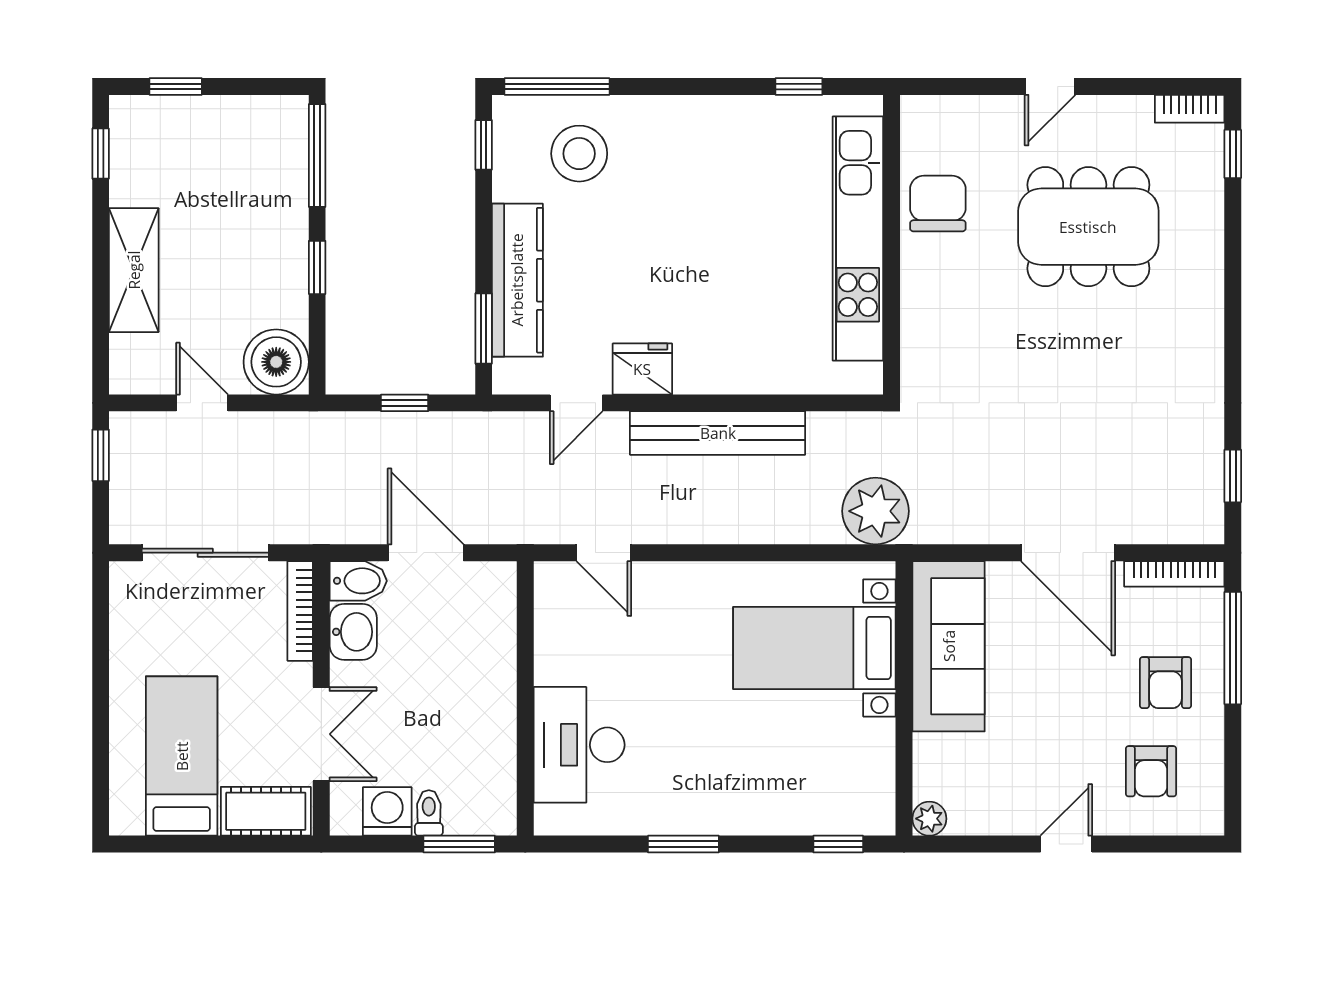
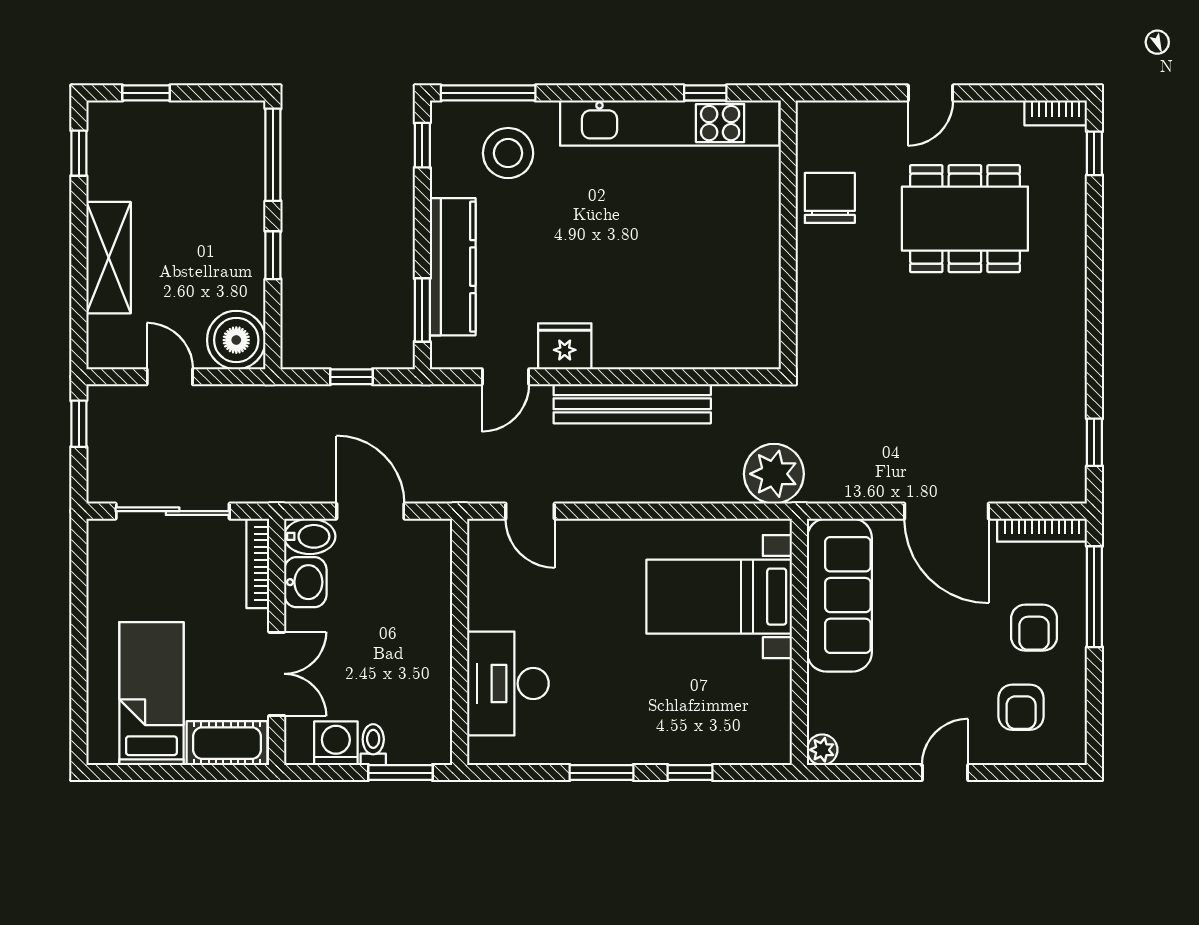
kitchen unit: (858, 239) -> (670, 123), moved, turned -90
window: (838, 844) -> (690, 773), moved

